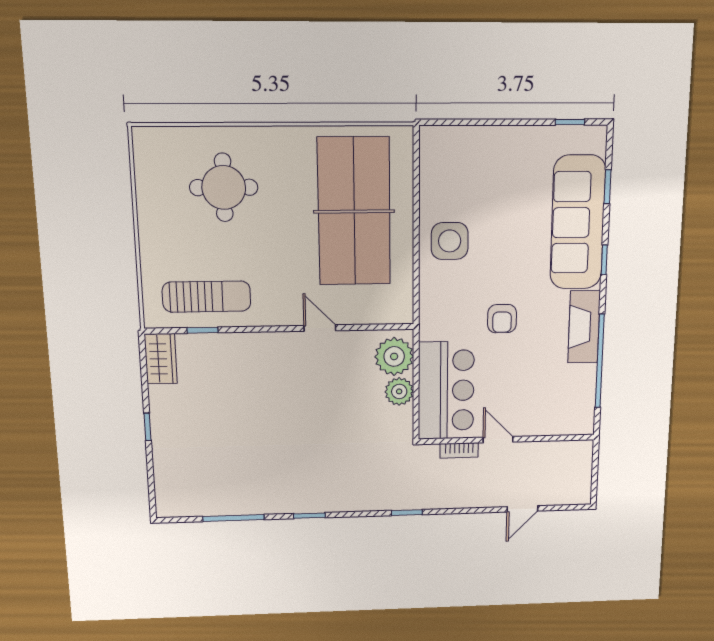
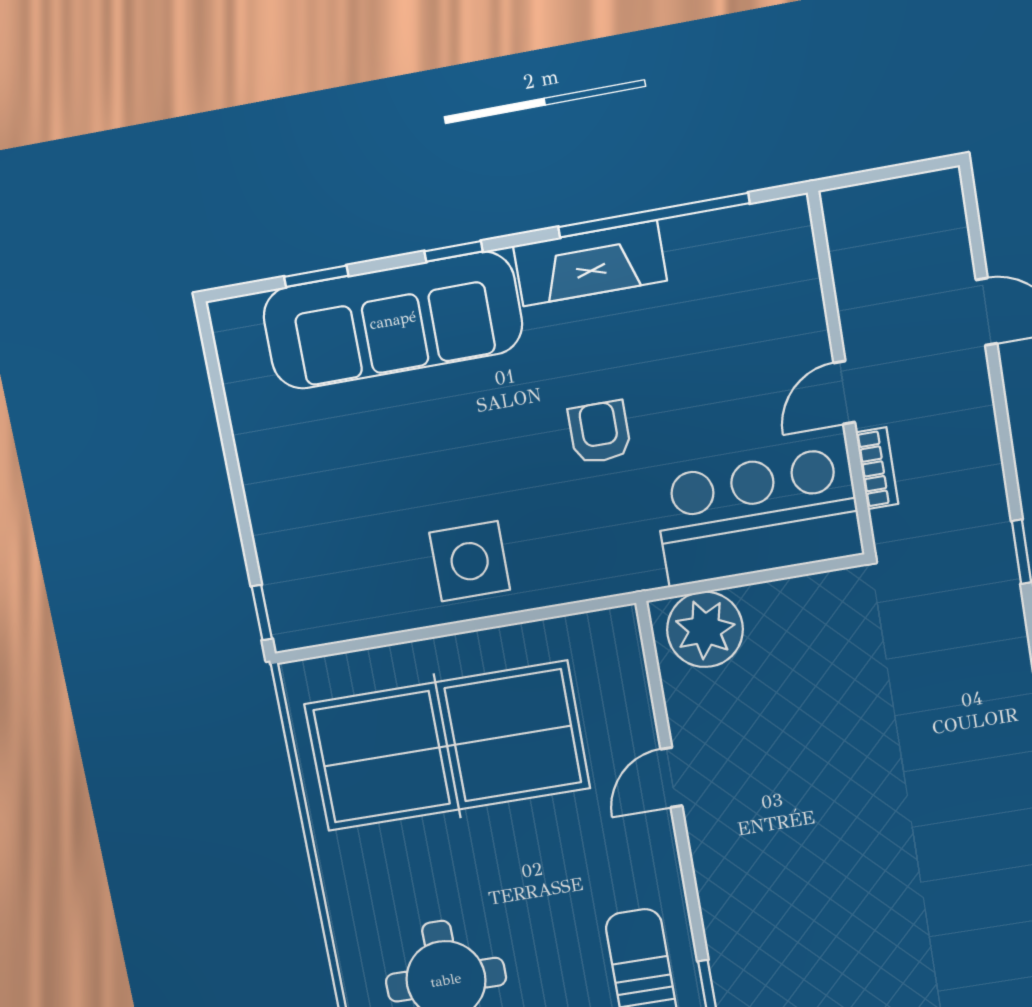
window: (570, 122) -> (262, 613), moved
armchair: (502, 319) -> (600, 432), turned -90
plant: (399, 391) -> (773, 608), removed

